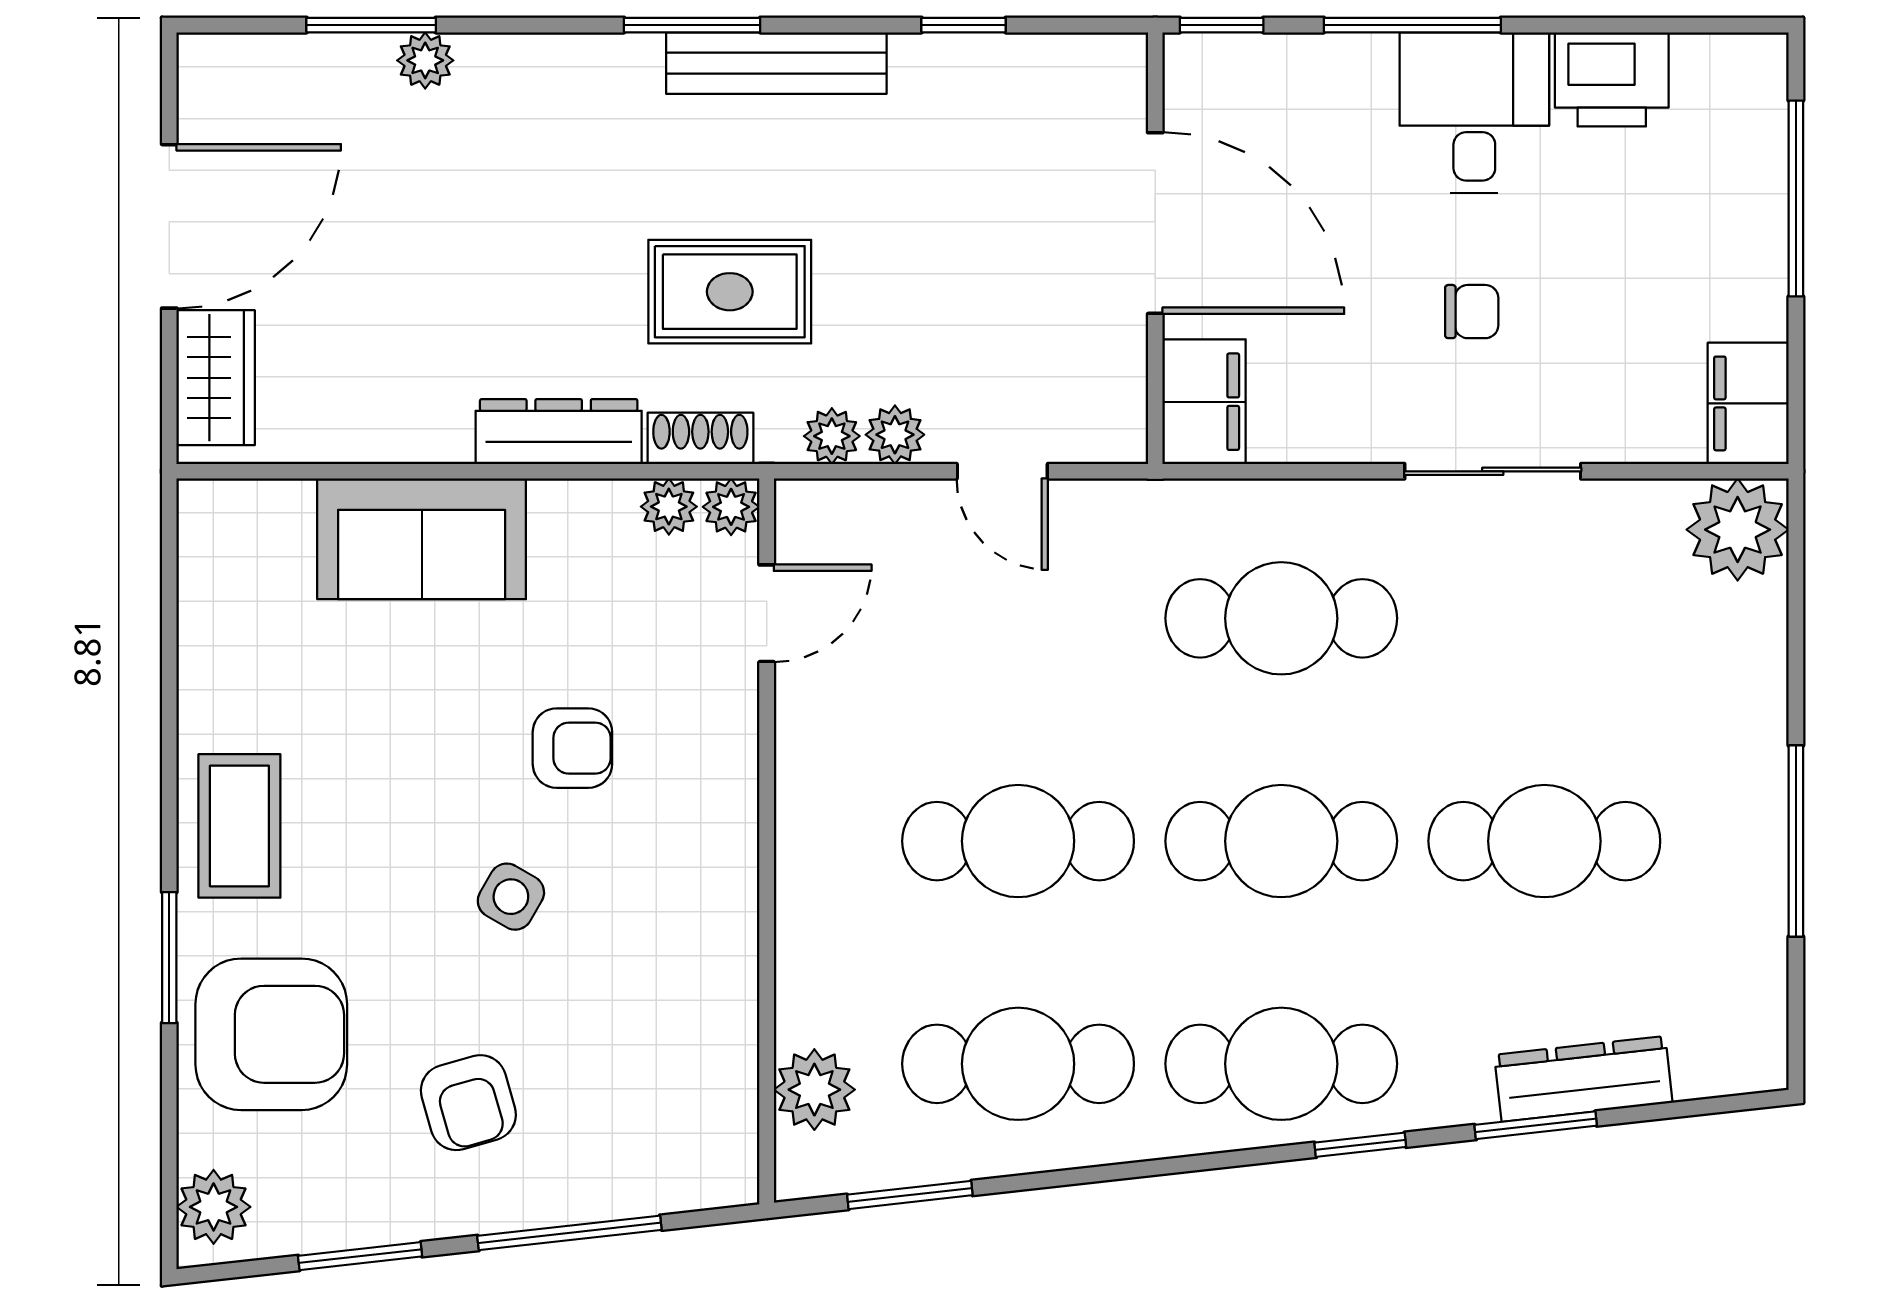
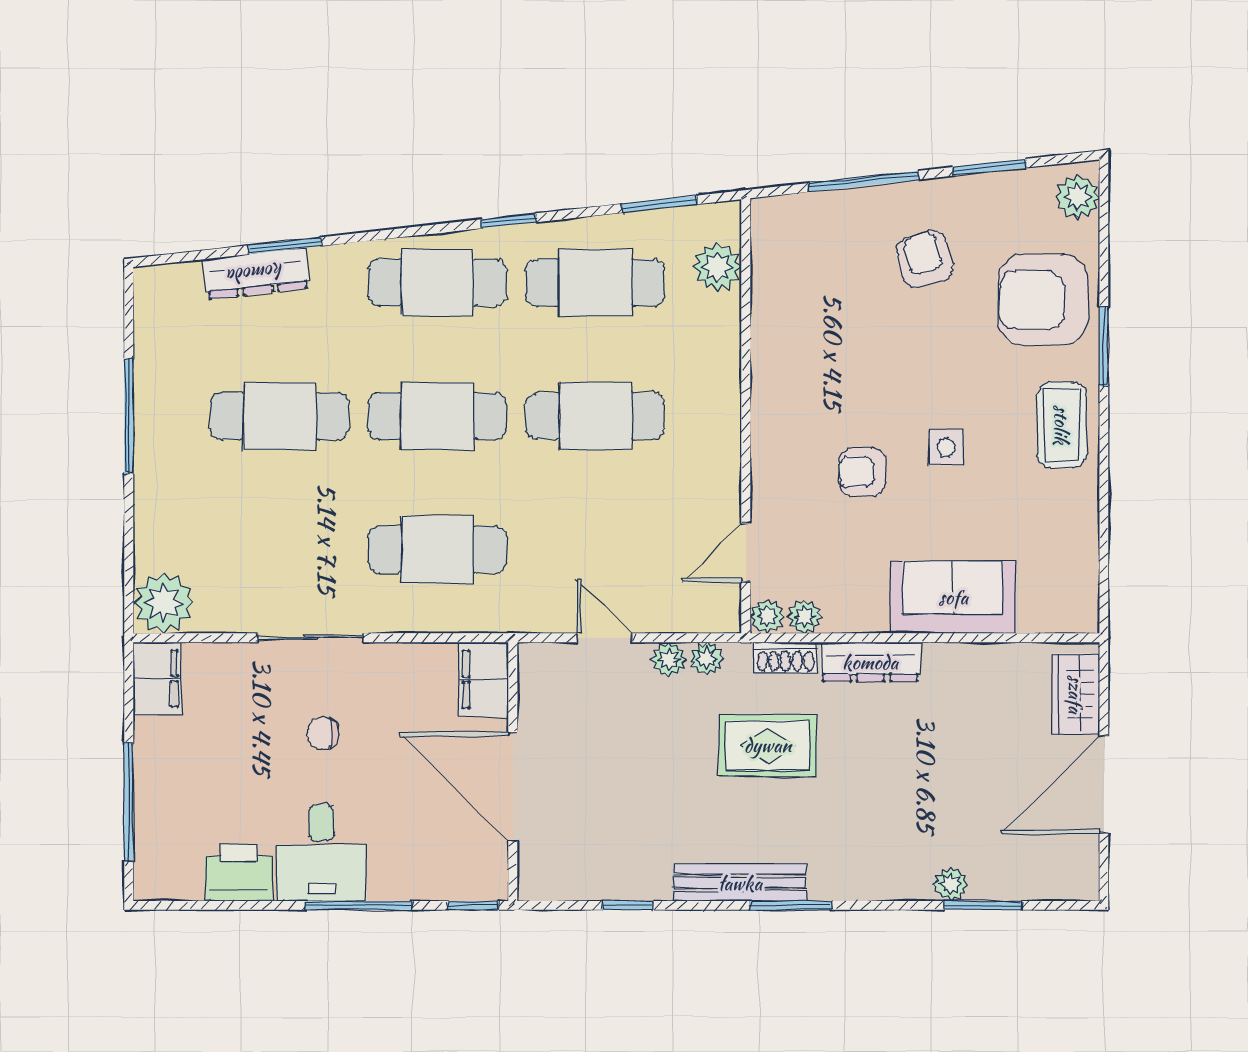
side table: (511, 897) -> (946, 448), moved, turned -30
window: (1360, 1145) -> (509, 221), moved

